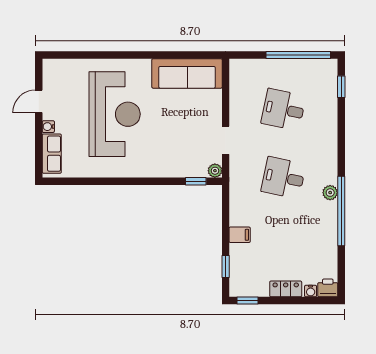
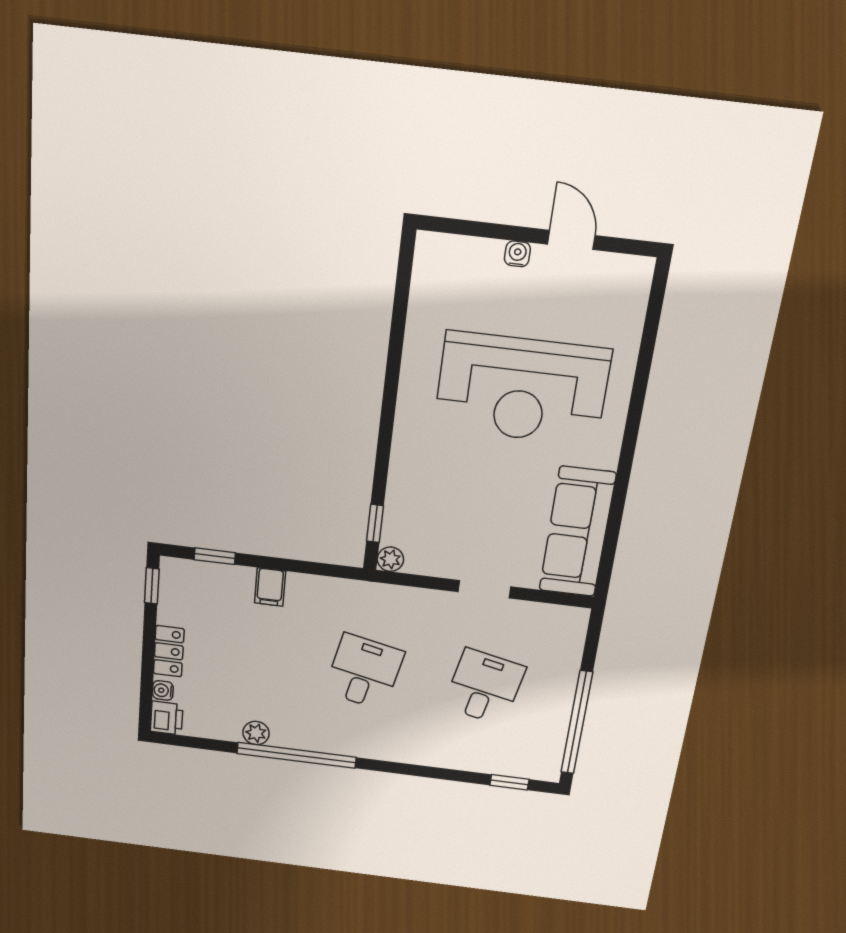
doorway: (226, 140) -> (485, 589), moved
row of seats: (52, 154) -> (462, 255), removed
plant: (330, 193) -> (256, 733), moved

